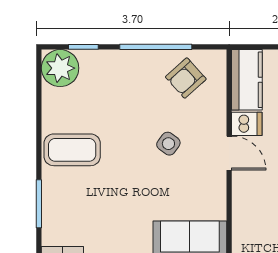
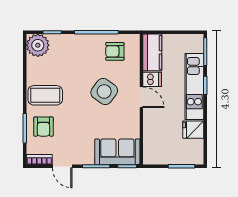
armchair: (186, 78) -> (115, 51), turned 42
side table: (168, 144) -> (104, 91), width x1.87, depth x1.87
armchair: (69, 201) -> (43, 127), added

